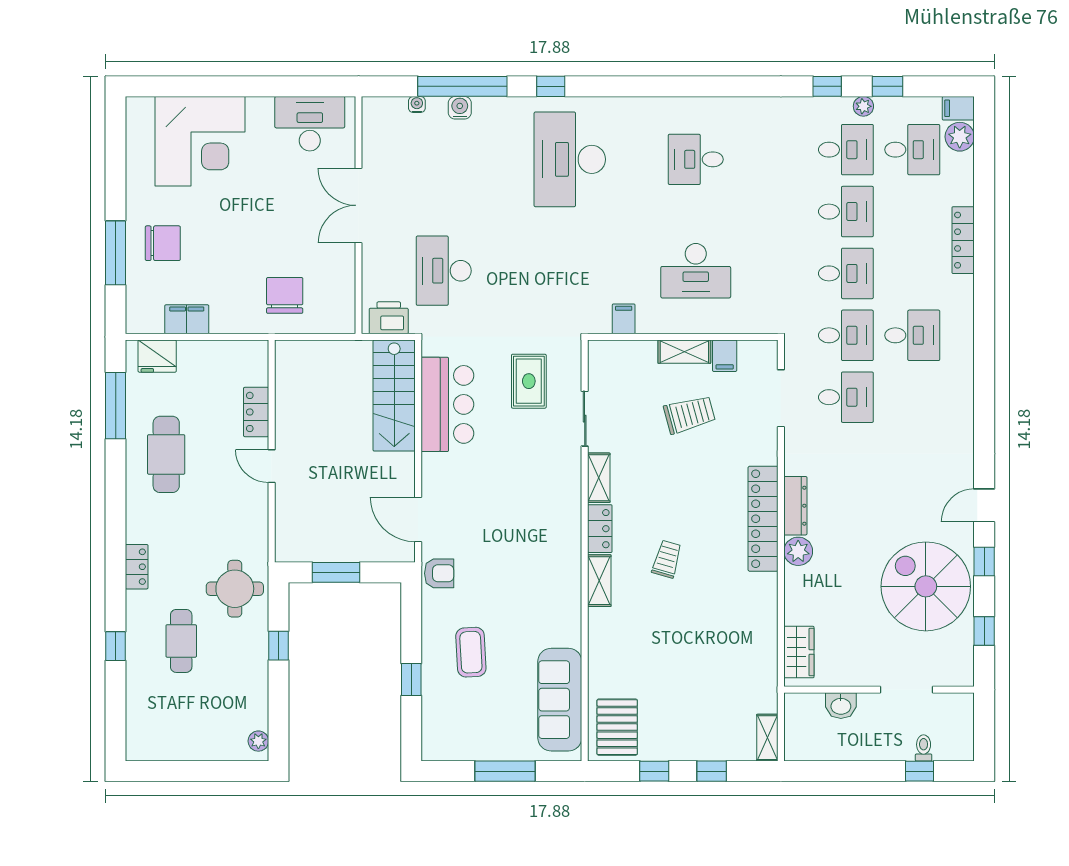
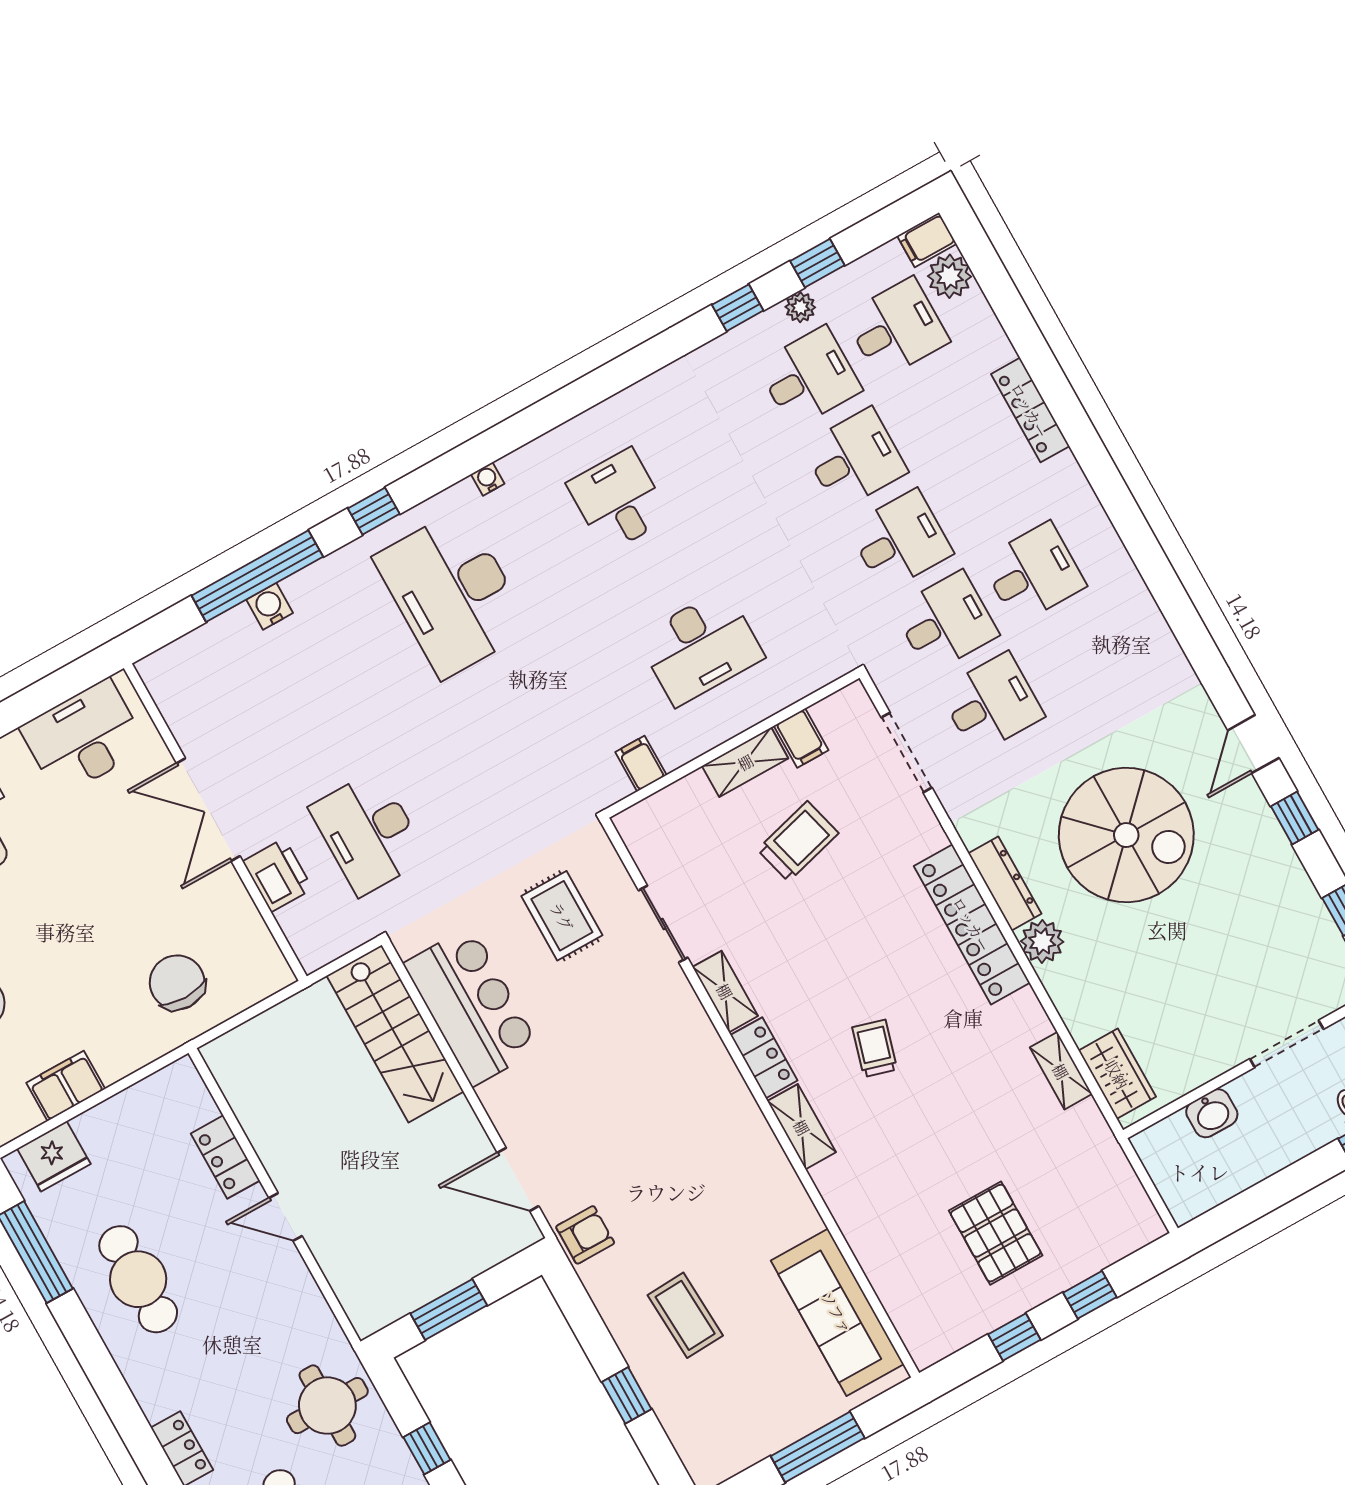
water cooler: (417, 104) -> (488, 479), moved
desk: (696, 159) -> (618, 501), turned 90
printer: (389, 318) -> (278, 875), moved, turned 90
spiral stairs: (926, 586) -> (1126, 835), moved, turned 180
pallet: (617, 727) -> (996, 1233), moved
shelving: (767, 738) -> (1061, 1071), moved

